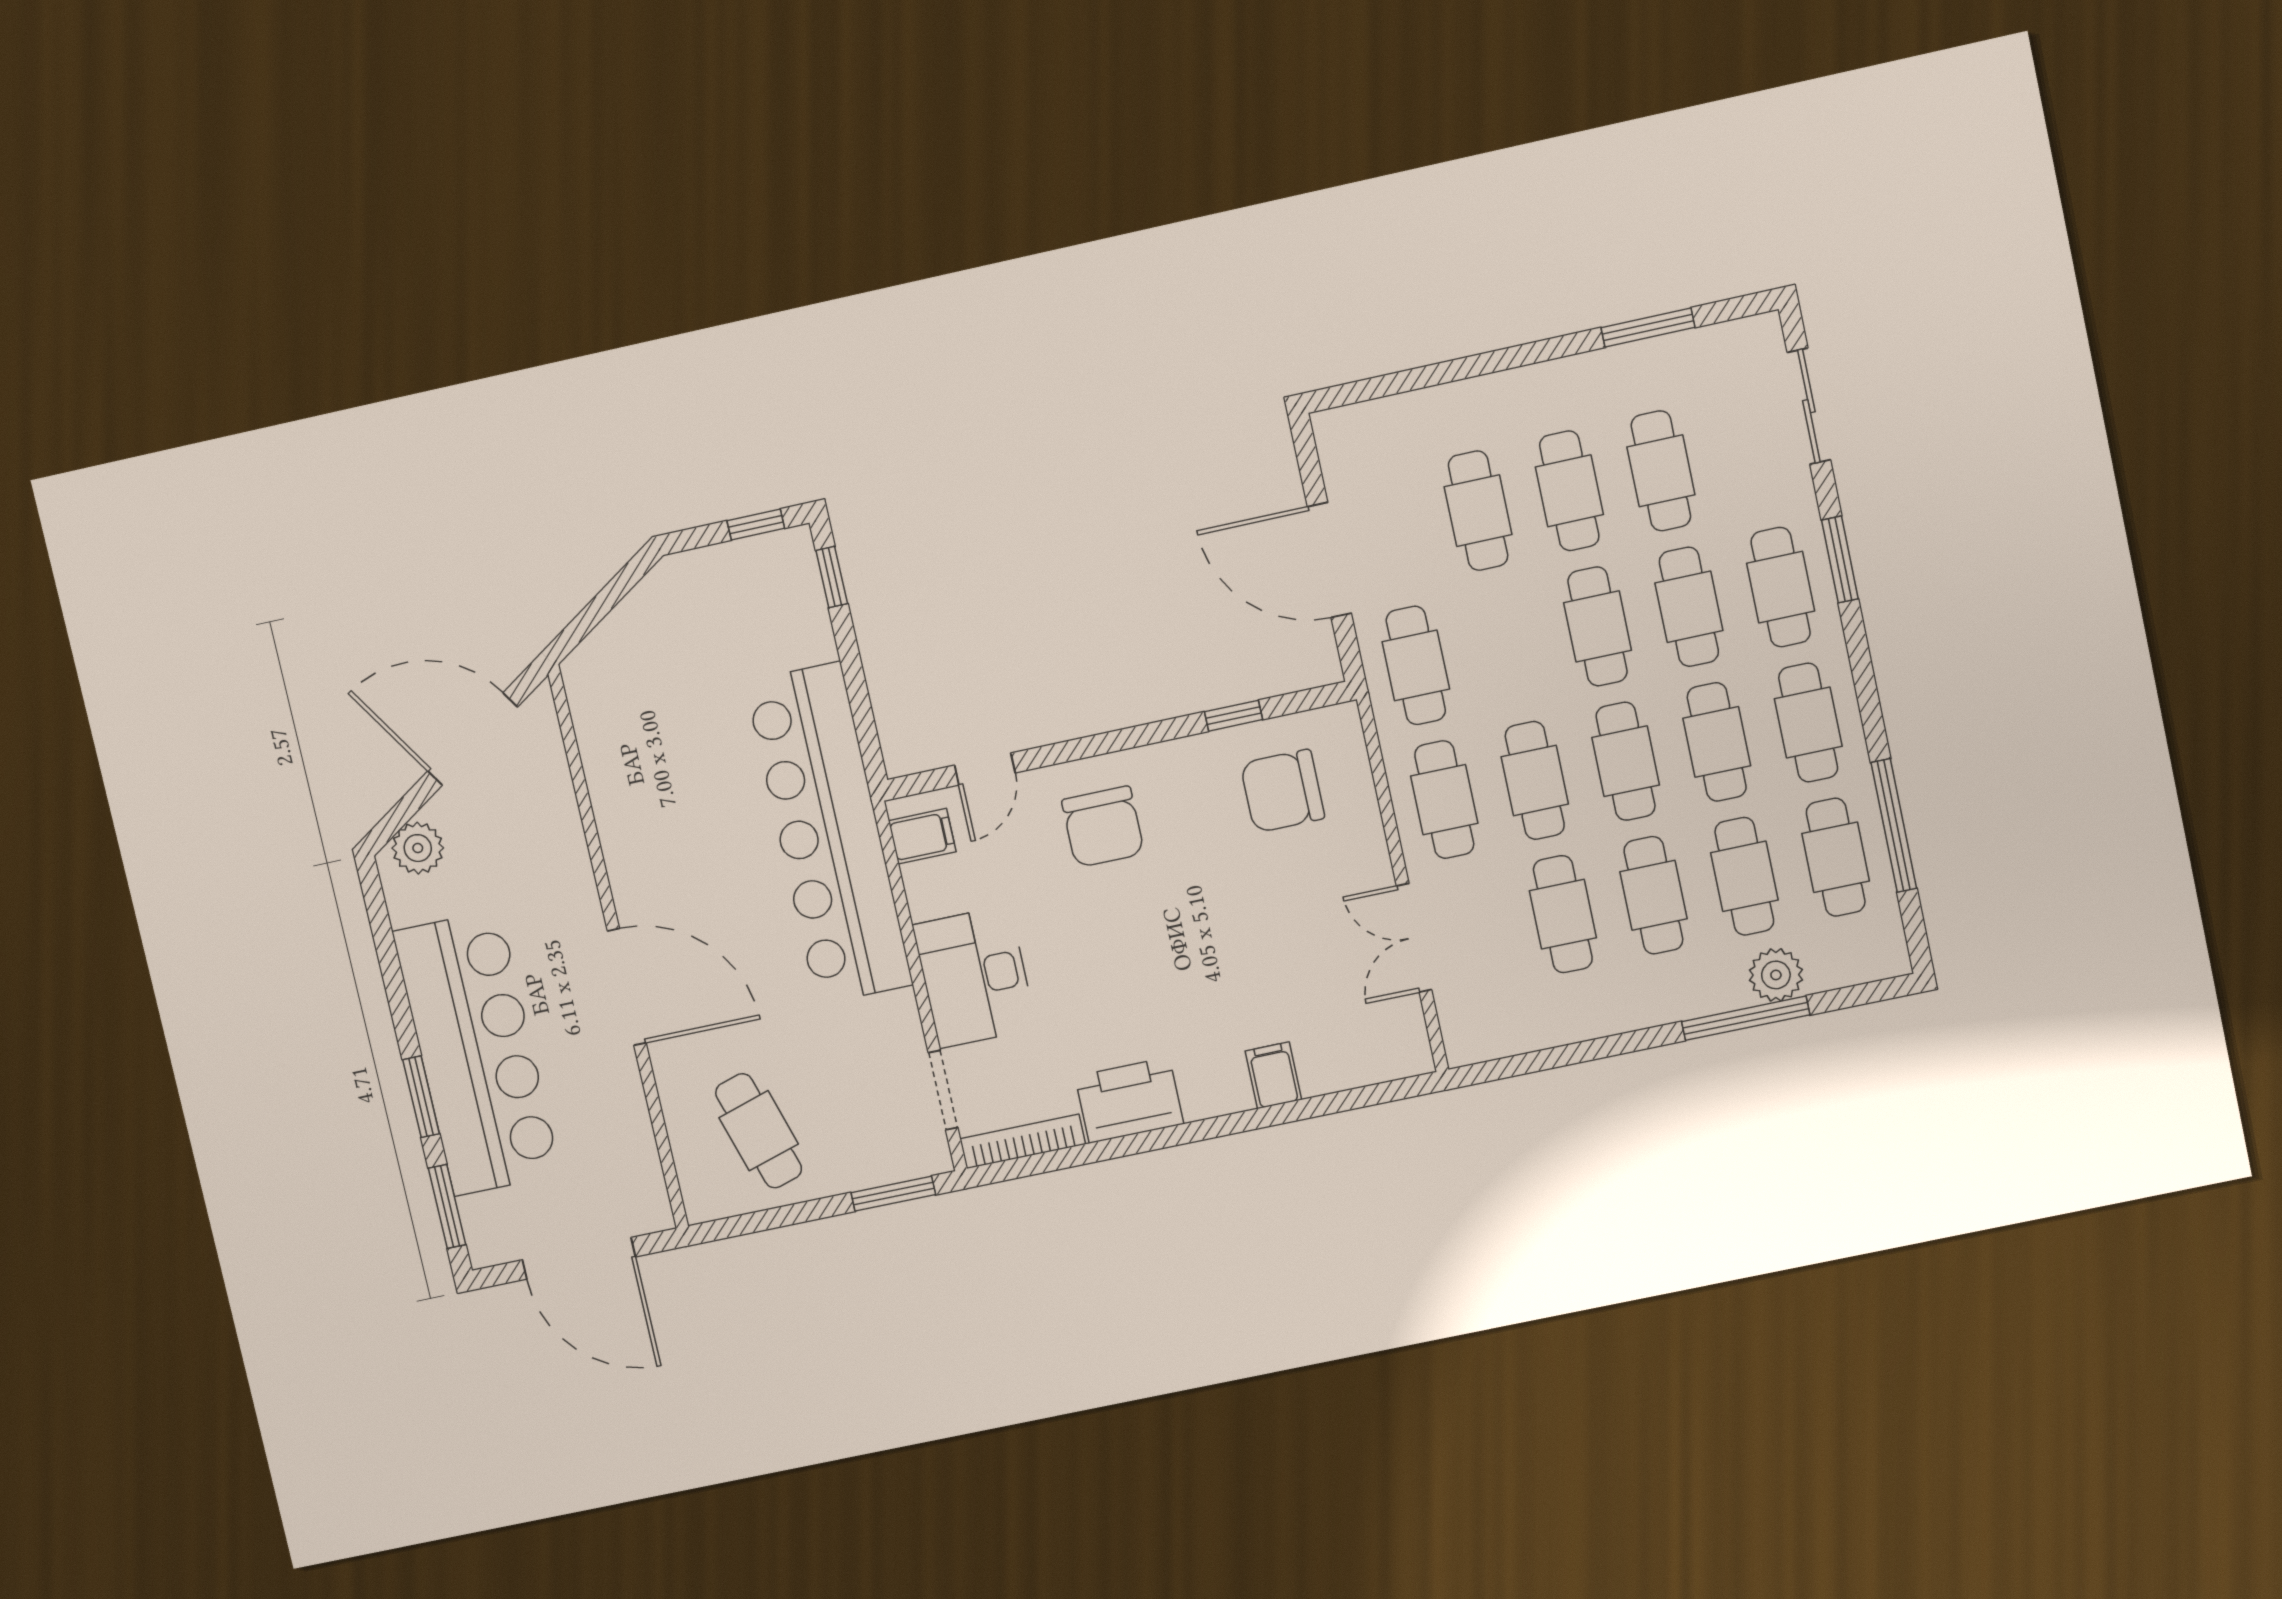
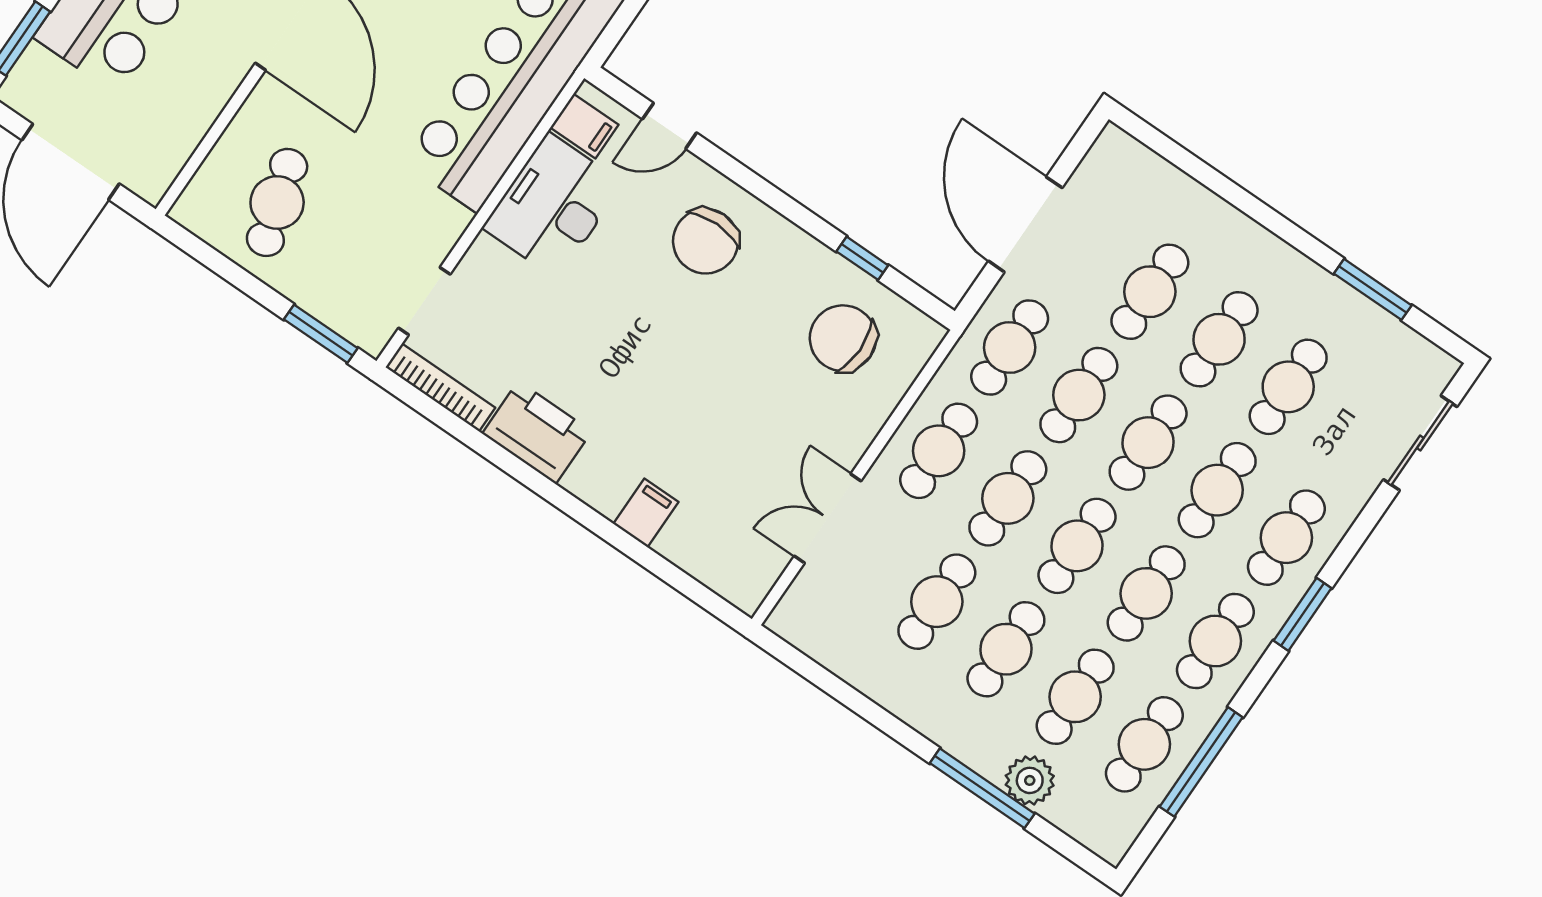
window: (1840, 560) -> (1302, 614), moved
cafe table: (1506, 646) -> (1079, 395), added
desk: (975, 977) -> (553, 206), moved

